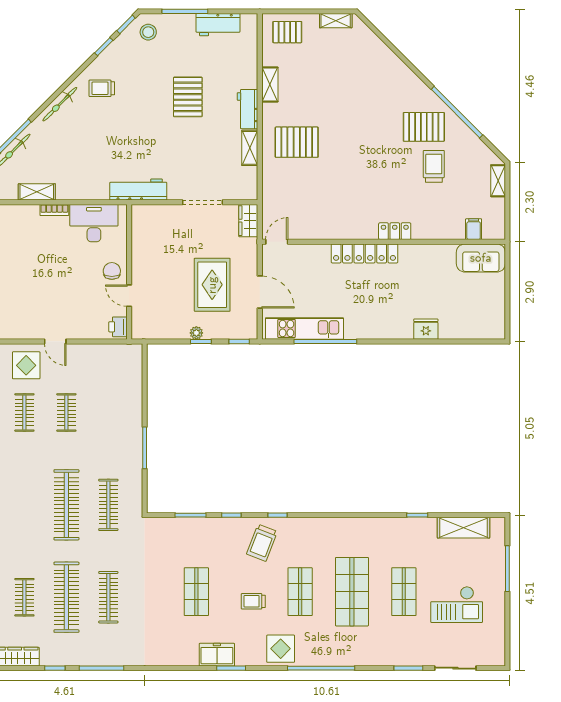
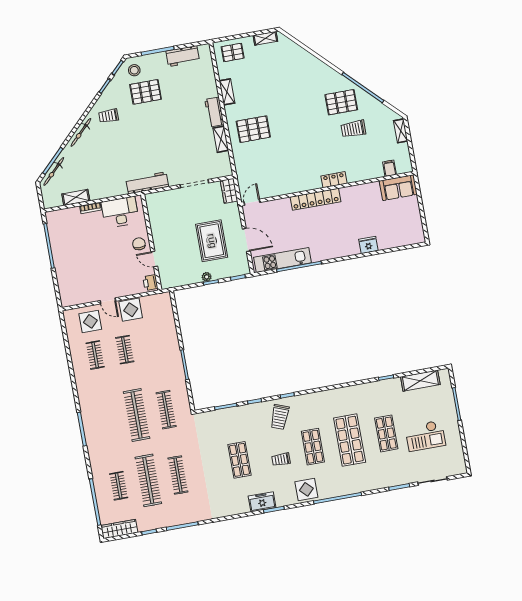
pallet: (188, 97) -> (146, 92), moved, turned 90
trolley: (434, 166) -> (353, 129), turned -90
display table: (84, 359) -> (131, 310), added

